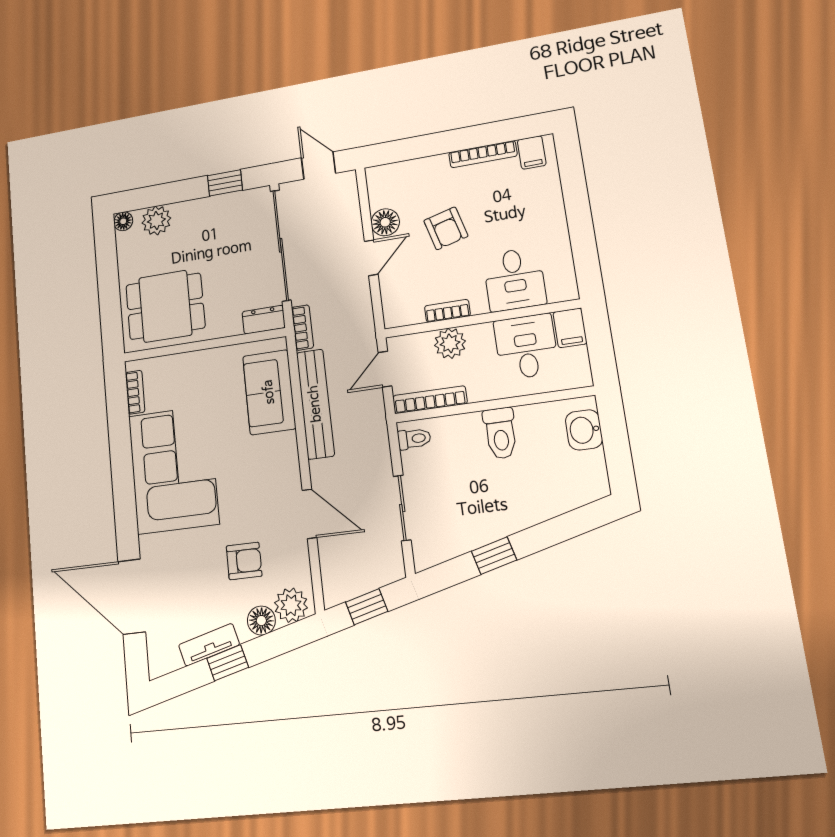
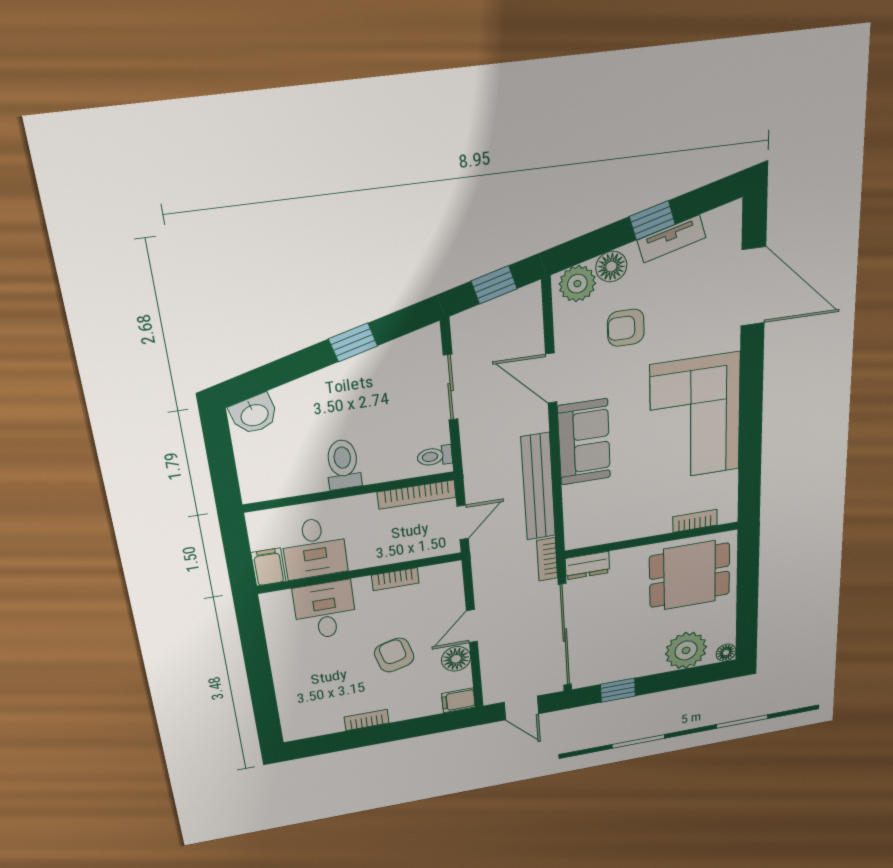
filing cabinet: (532, 152) -> (458, 700), moved, turned -90
bookcase: (483, 154) -> (367, 720), width x0.64
plant: (156, 221) -> (686, 650), width x1.36, depth x1.36
plant: (450, 343) -> (394, 549), removed
bookcase: (135, 392) -> (695, 521), moved, turned 90
sofa: (269, 392) -> (584, 442), moved
washbasin: (584, 430) -> (254, 414), moved, turned 75

